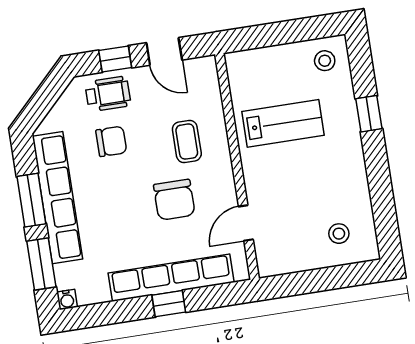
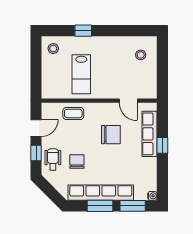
lab bench: (283, 123) -> (81, 74), turned 180
coffee table: (187, 142) -> (73, 113), moved
row of seats: (171, 278) -> (150, 134), width x0.73

